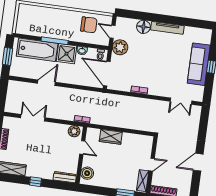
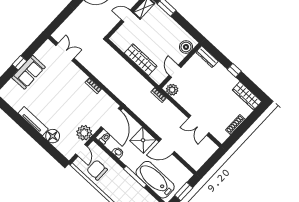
shower: (67, 54) -> (143, 140), moved
sofa: (199, 64) -> (28, 72), width x0.73
wardrobe: (111, 137) -> (141, 60), width x1.50

